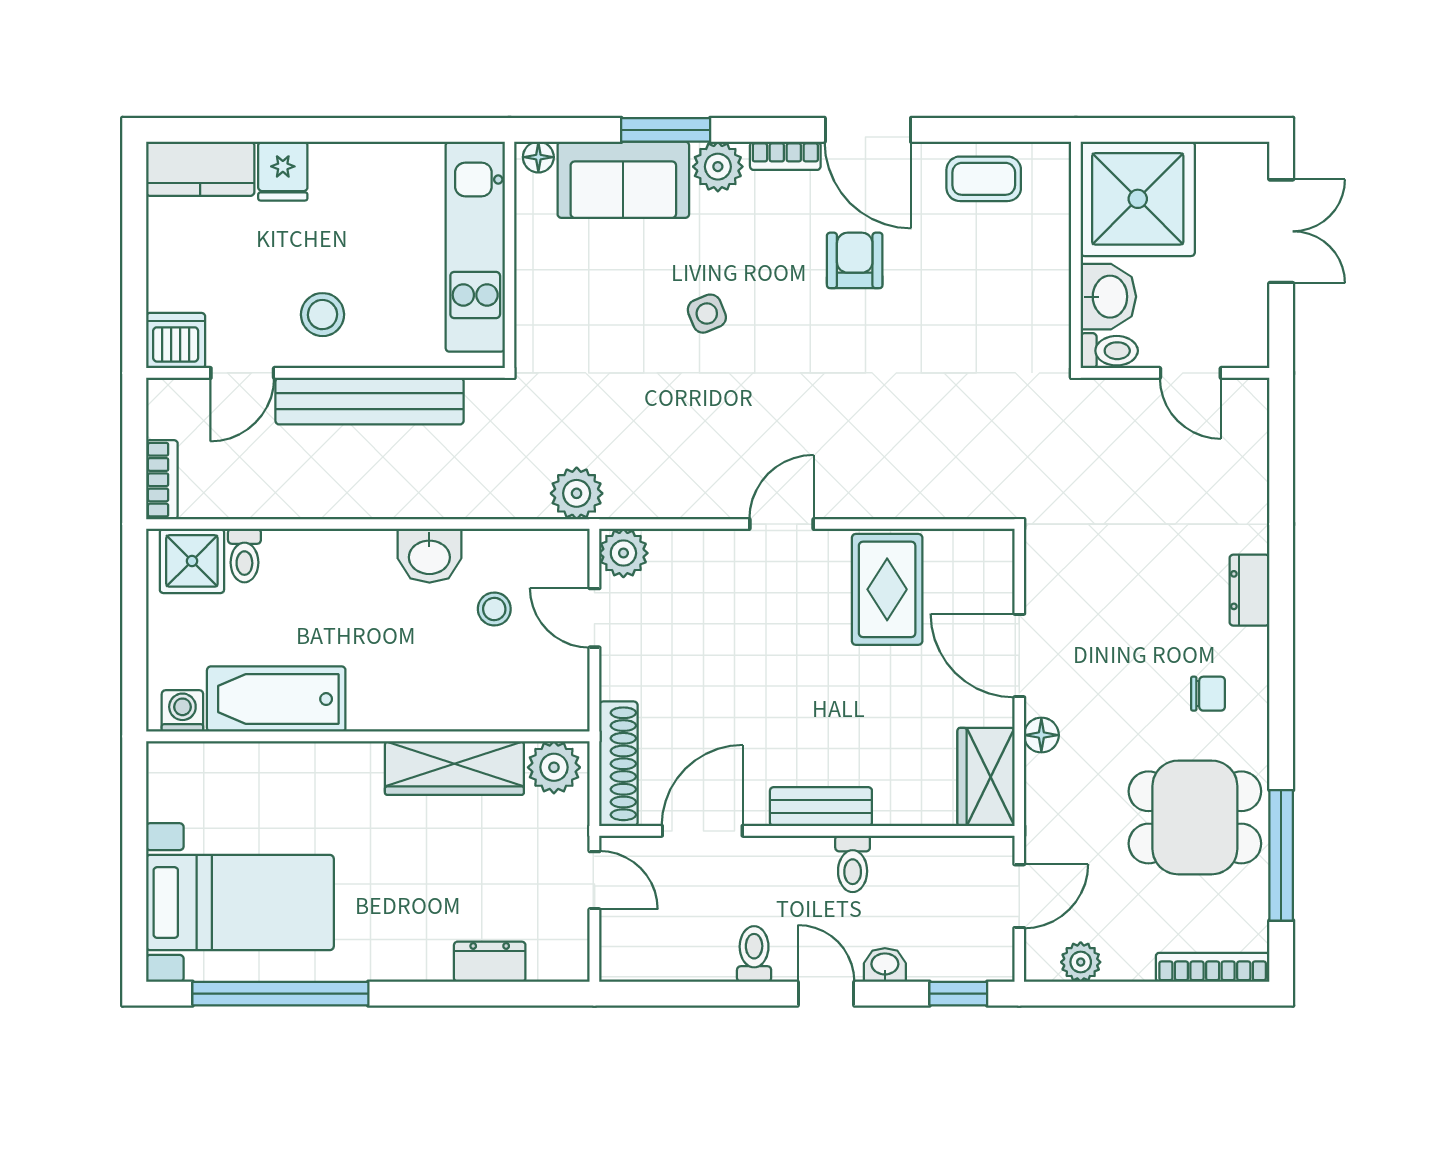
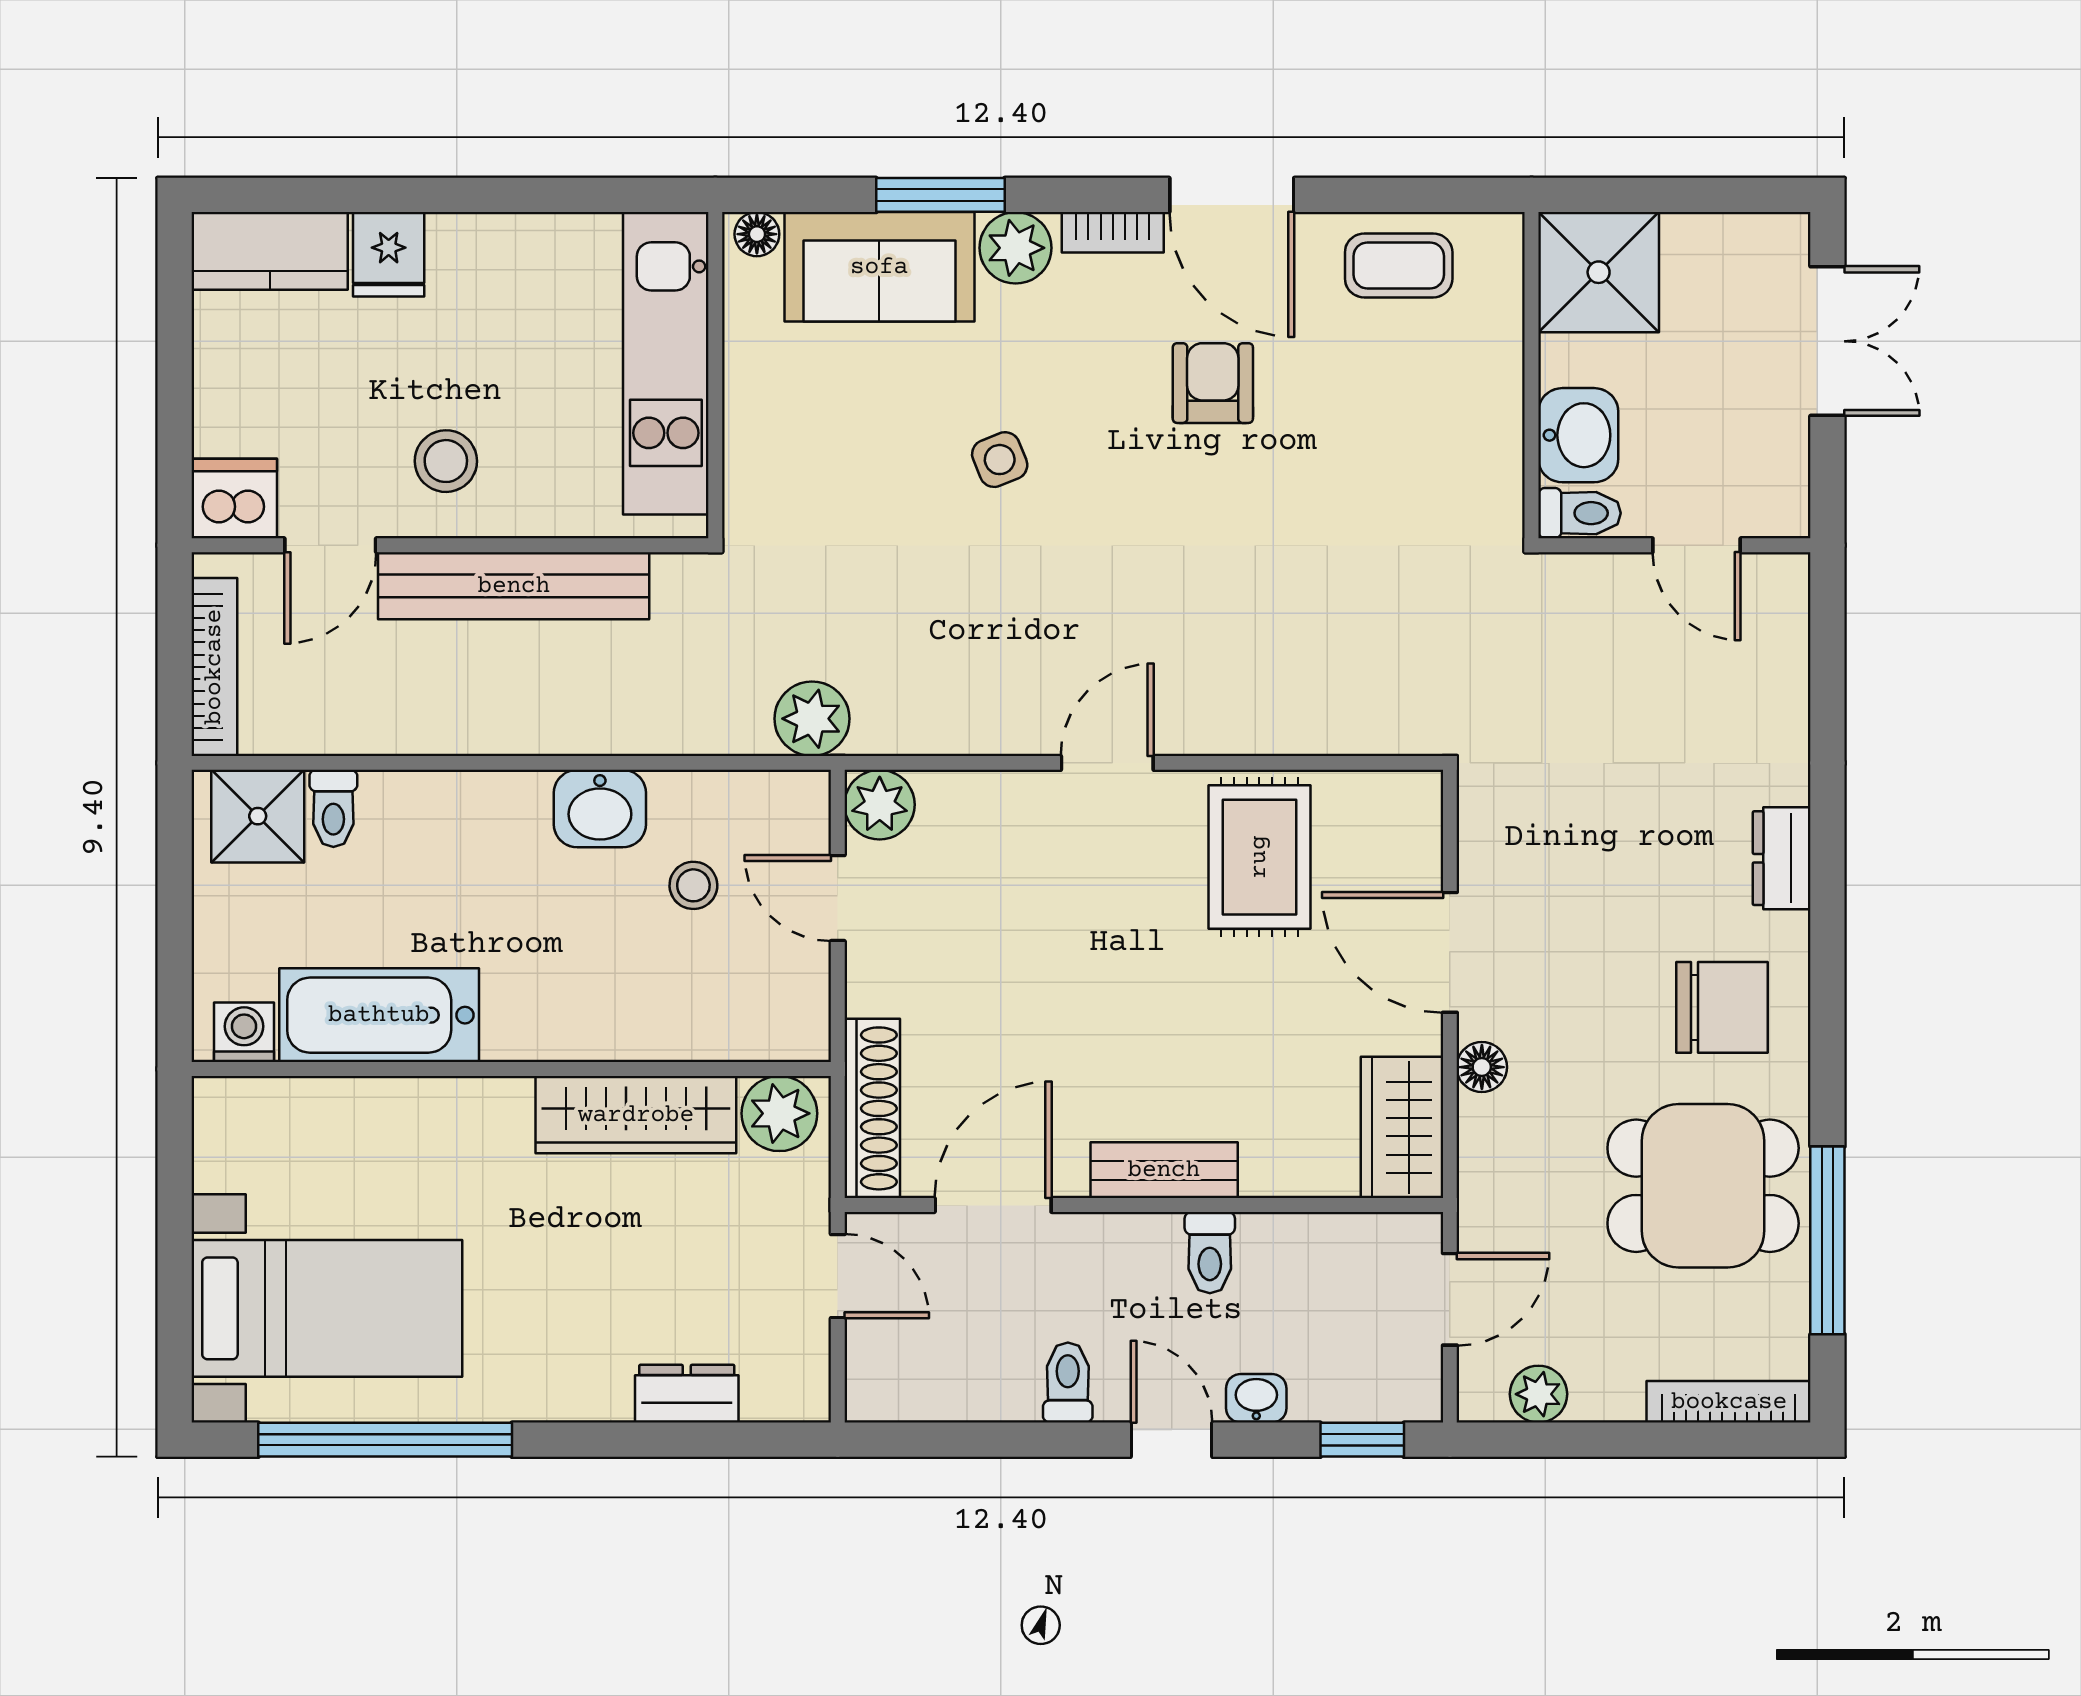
shower: (1138, 199) -> (1599, 272), width x0.73, depth x0.73
bookcase: (162, 480) -> (214, 667), width x1.56
chair: (1208, 694) -> (1722, 1007), width x1.87, depth x1.87

